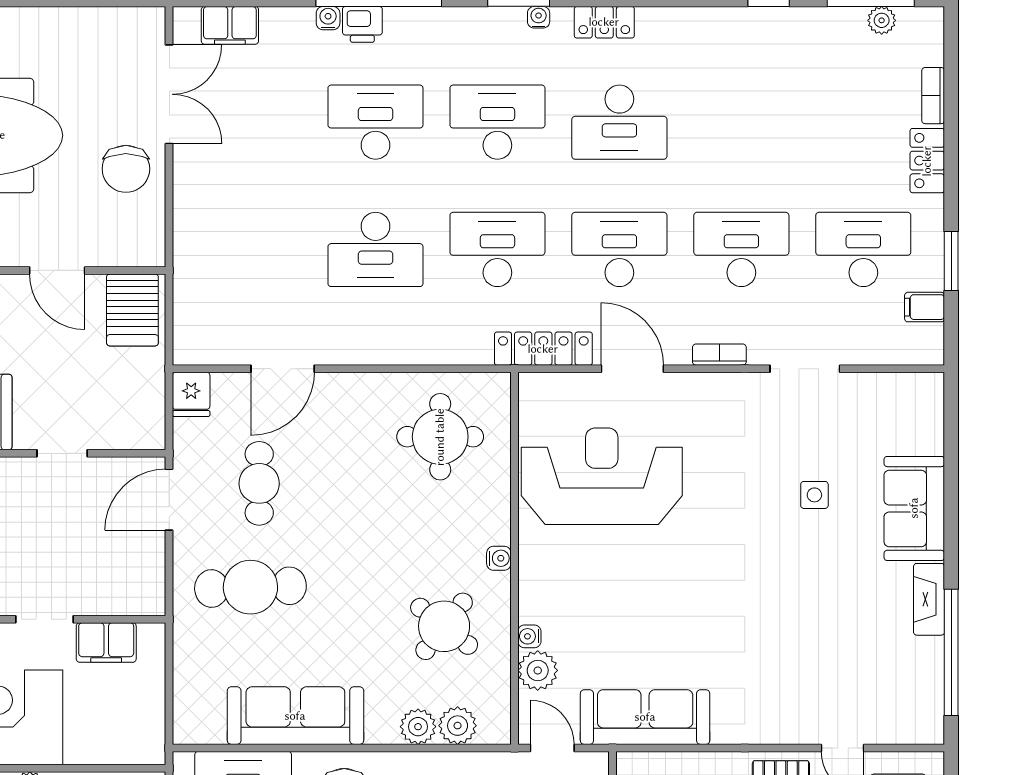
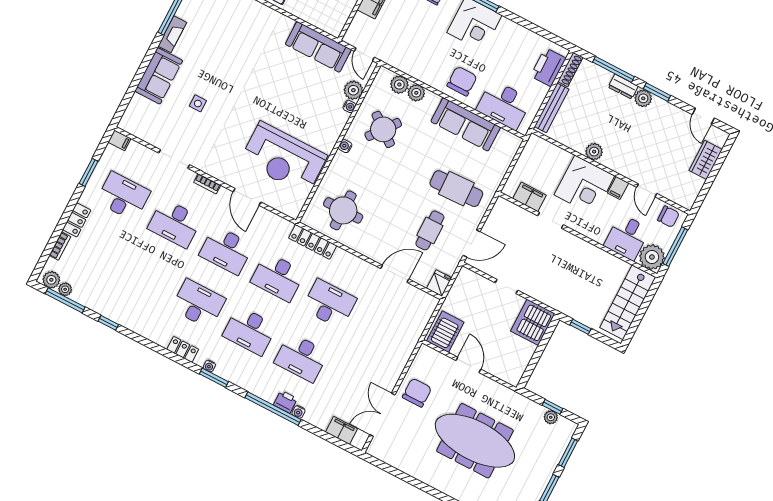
plant: (916, 24) -> (51, 280), added
desk: (863, 249) -> (123, 196), turned 180
filing cabinet: (925, 307) -> (120, 140), moved
locker: (543, 349) -> (313, 242), moved

